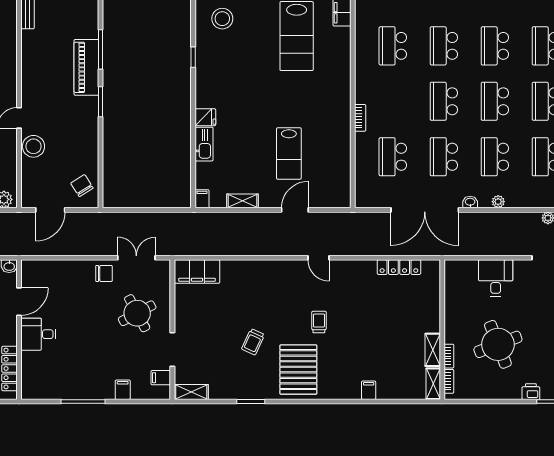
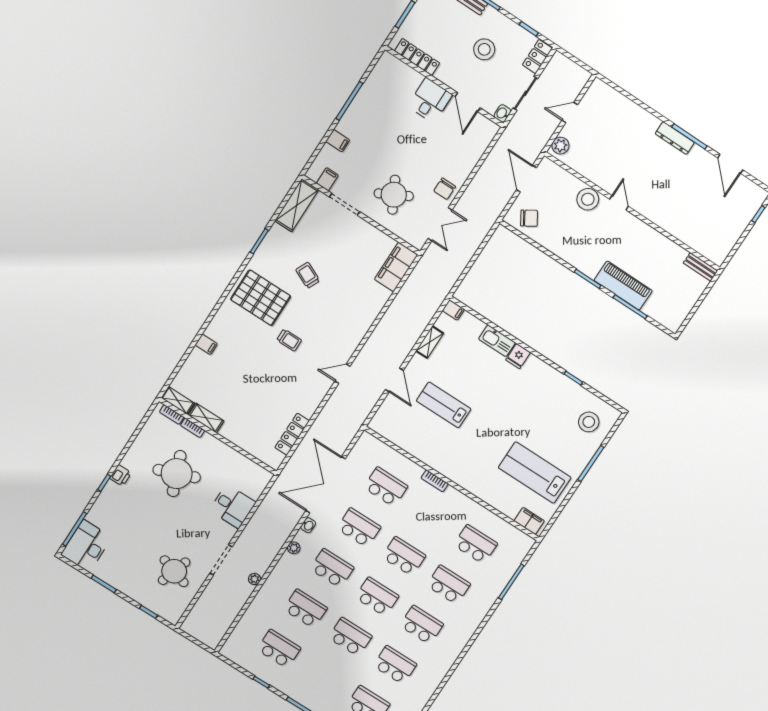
shelving: (191, 392) -> (297, 205), width x1.50, depth x1.33

